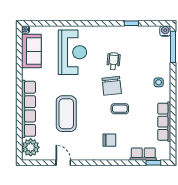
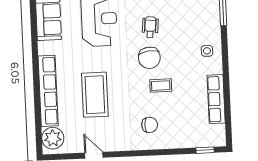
row of seats: (143, 154) -> (192, 140), removed

